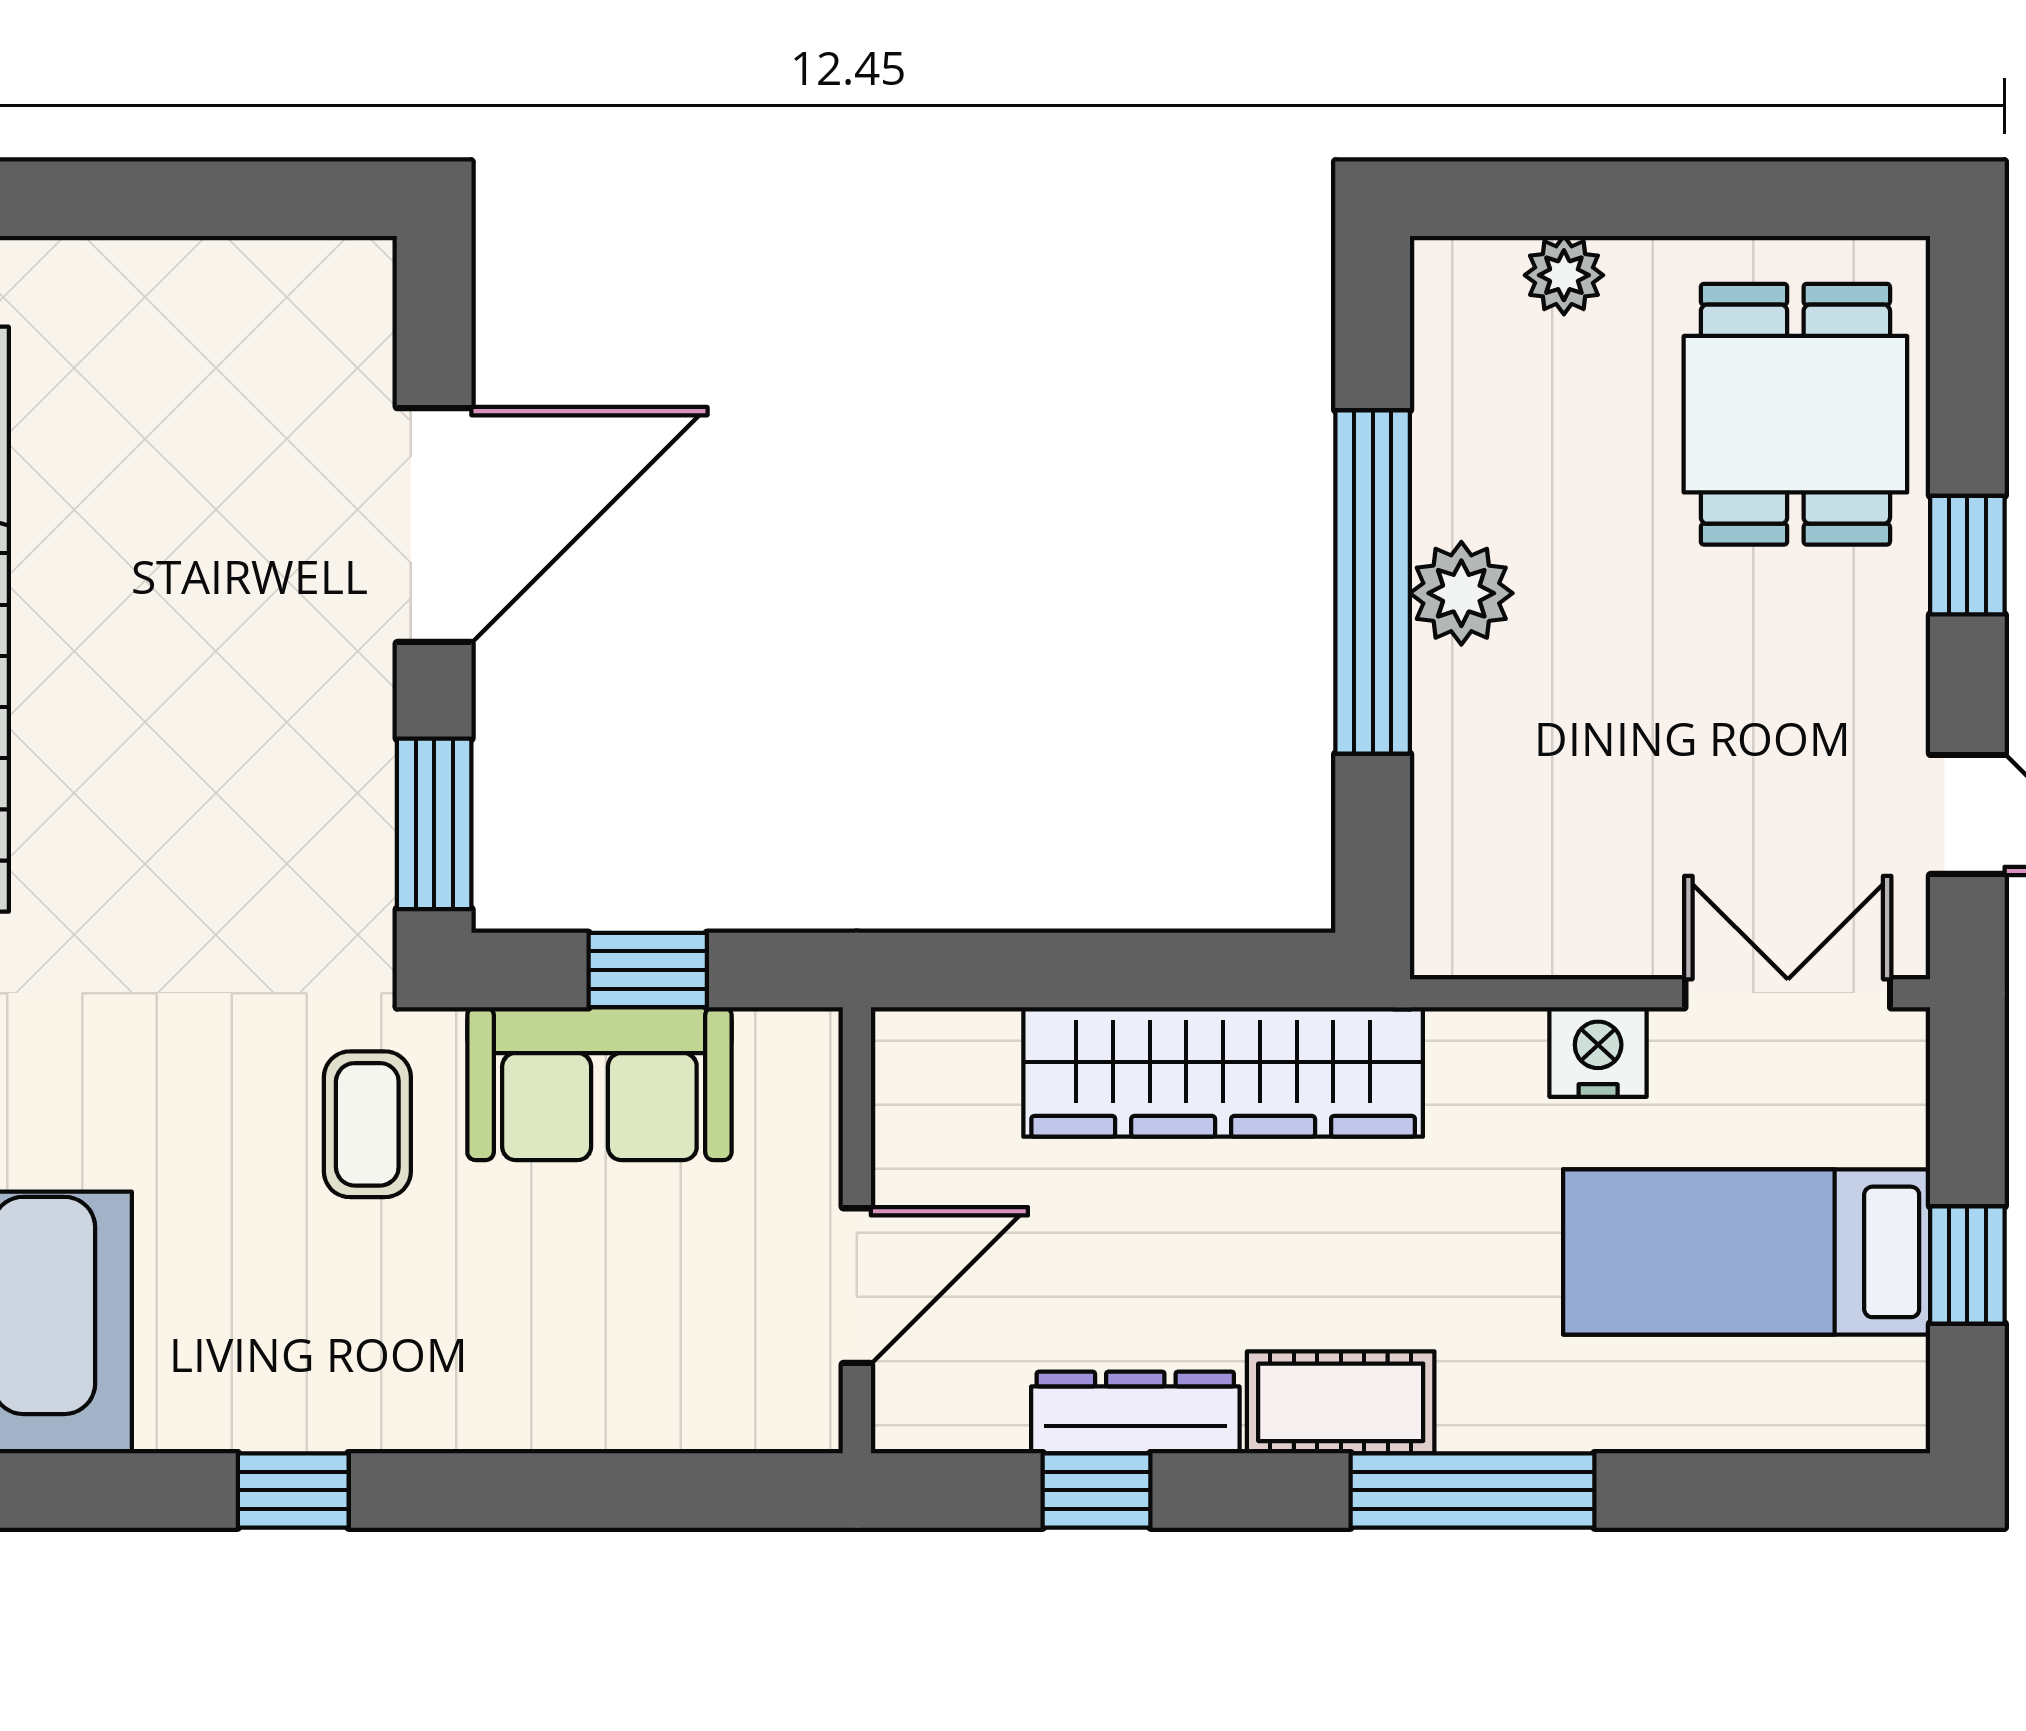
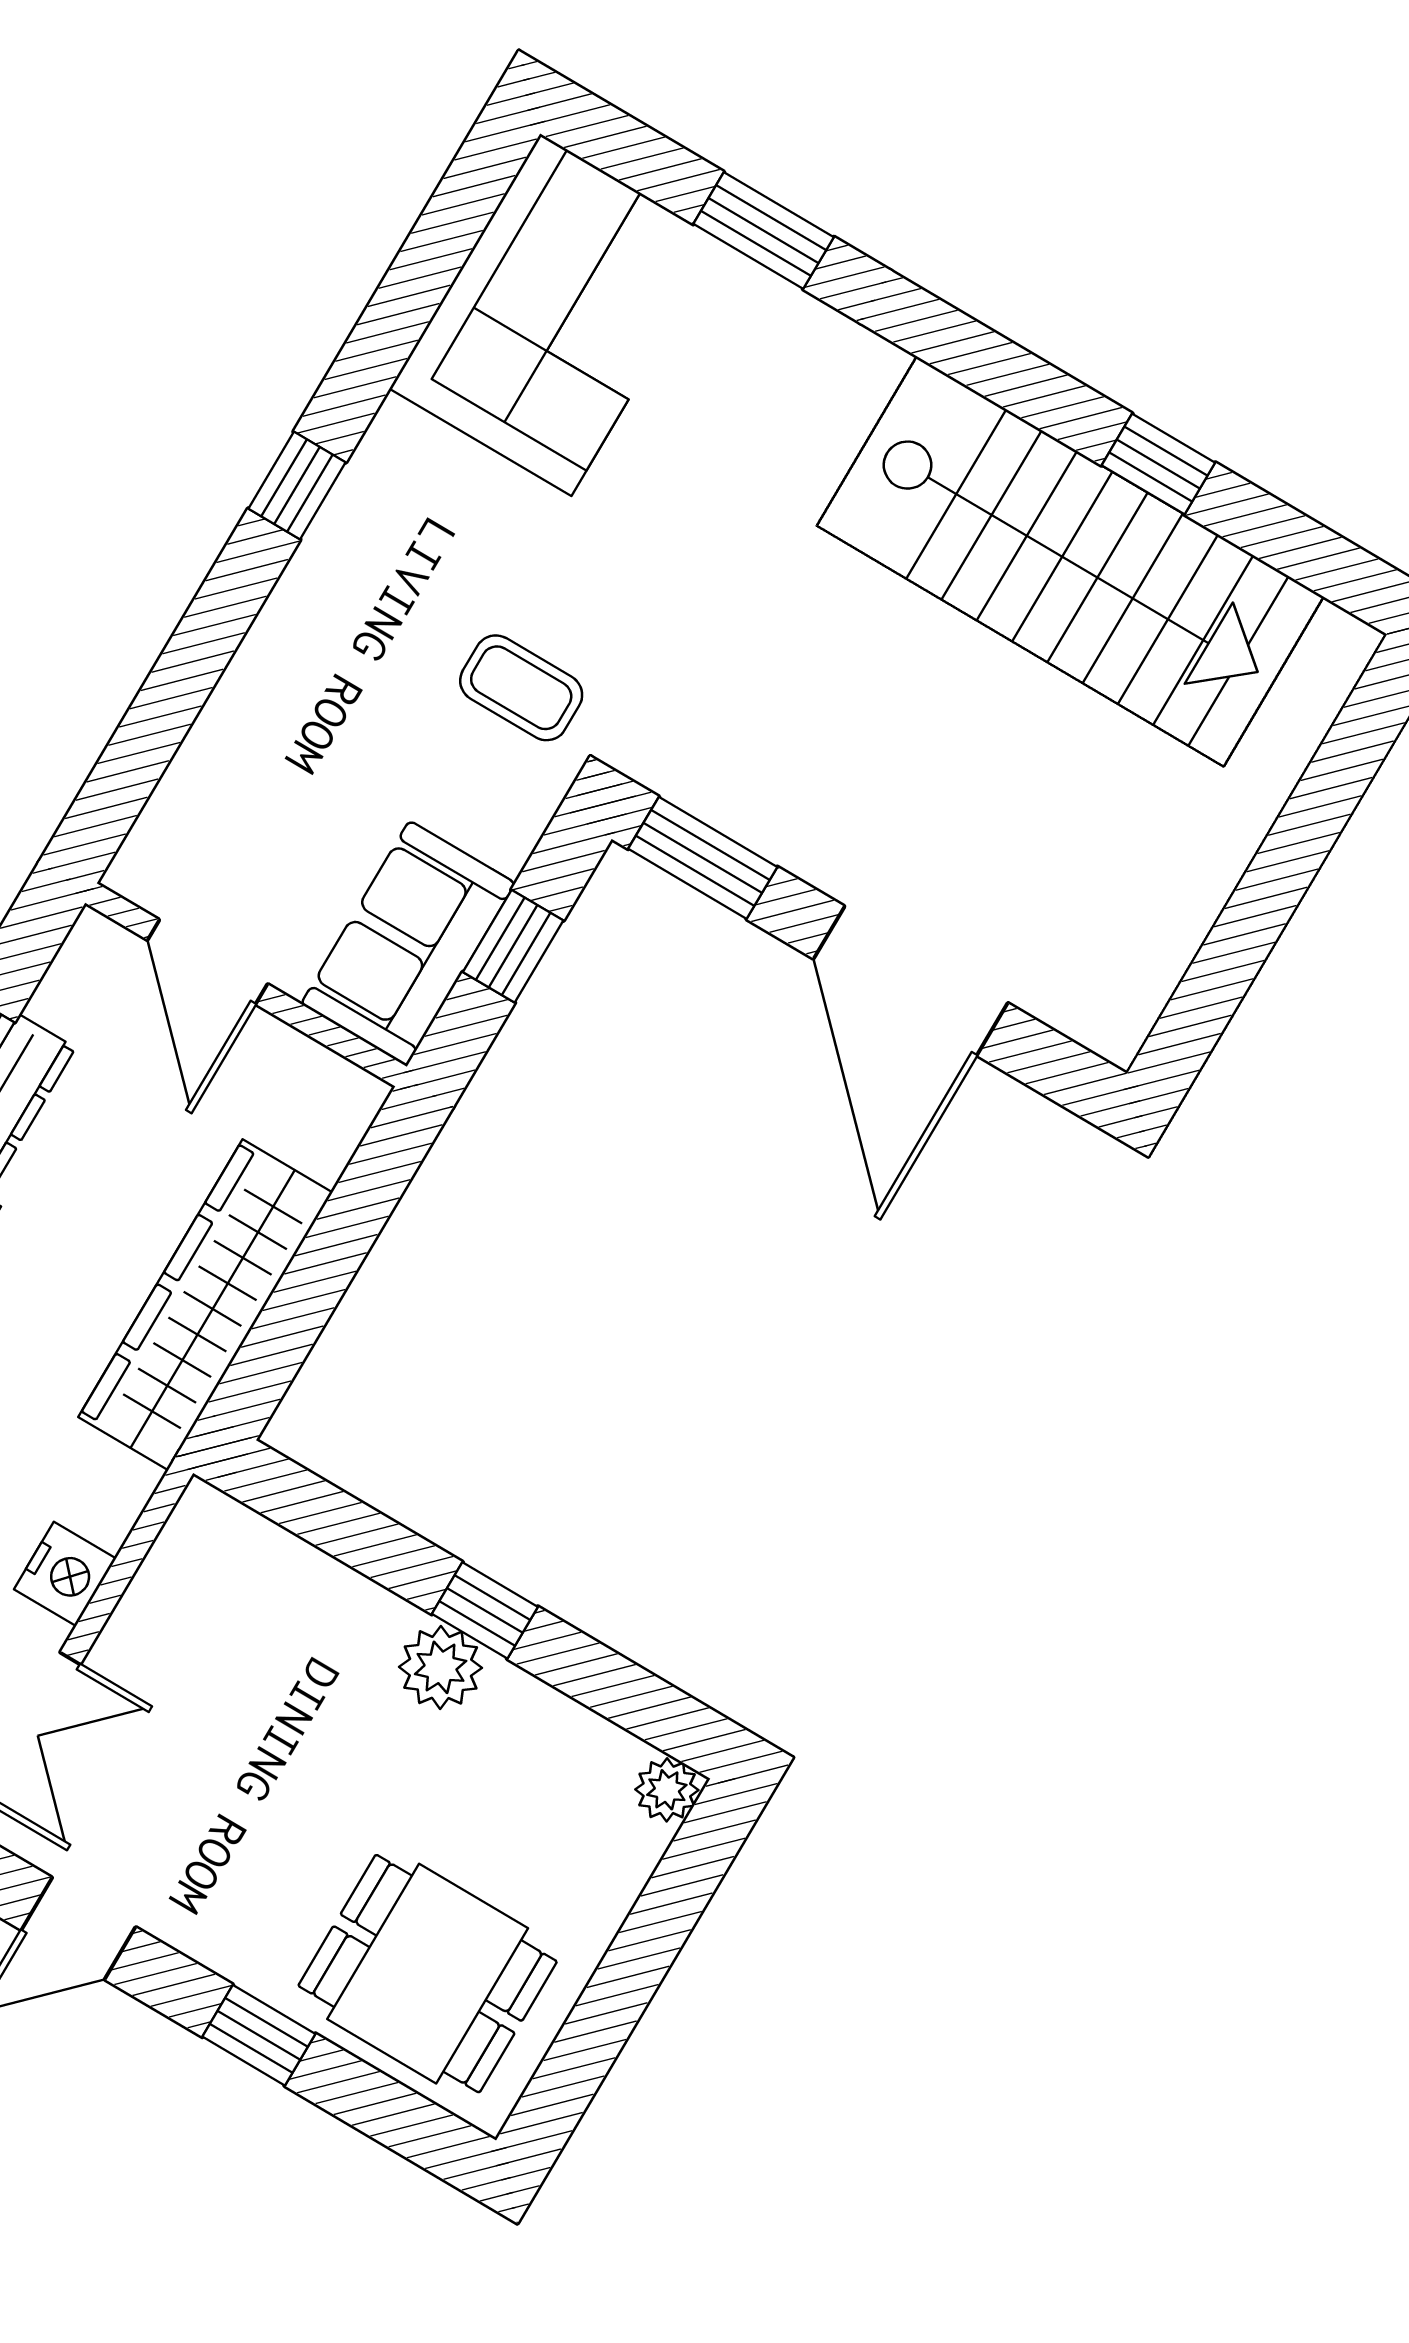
plant: (1564, 275) -> (667, 1790), moved
window: (1373, 582) -> (485, 1610), width x0.32
sofa: (599, 1084) -> (408, 944), moved

